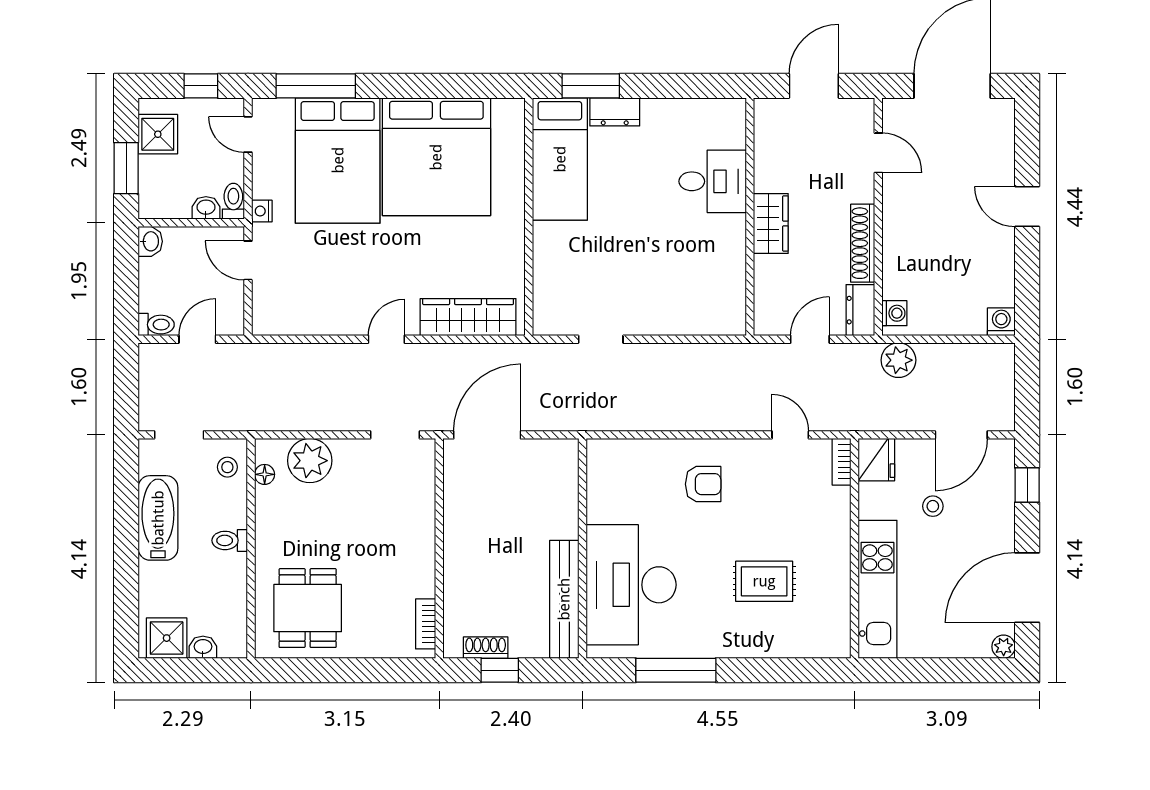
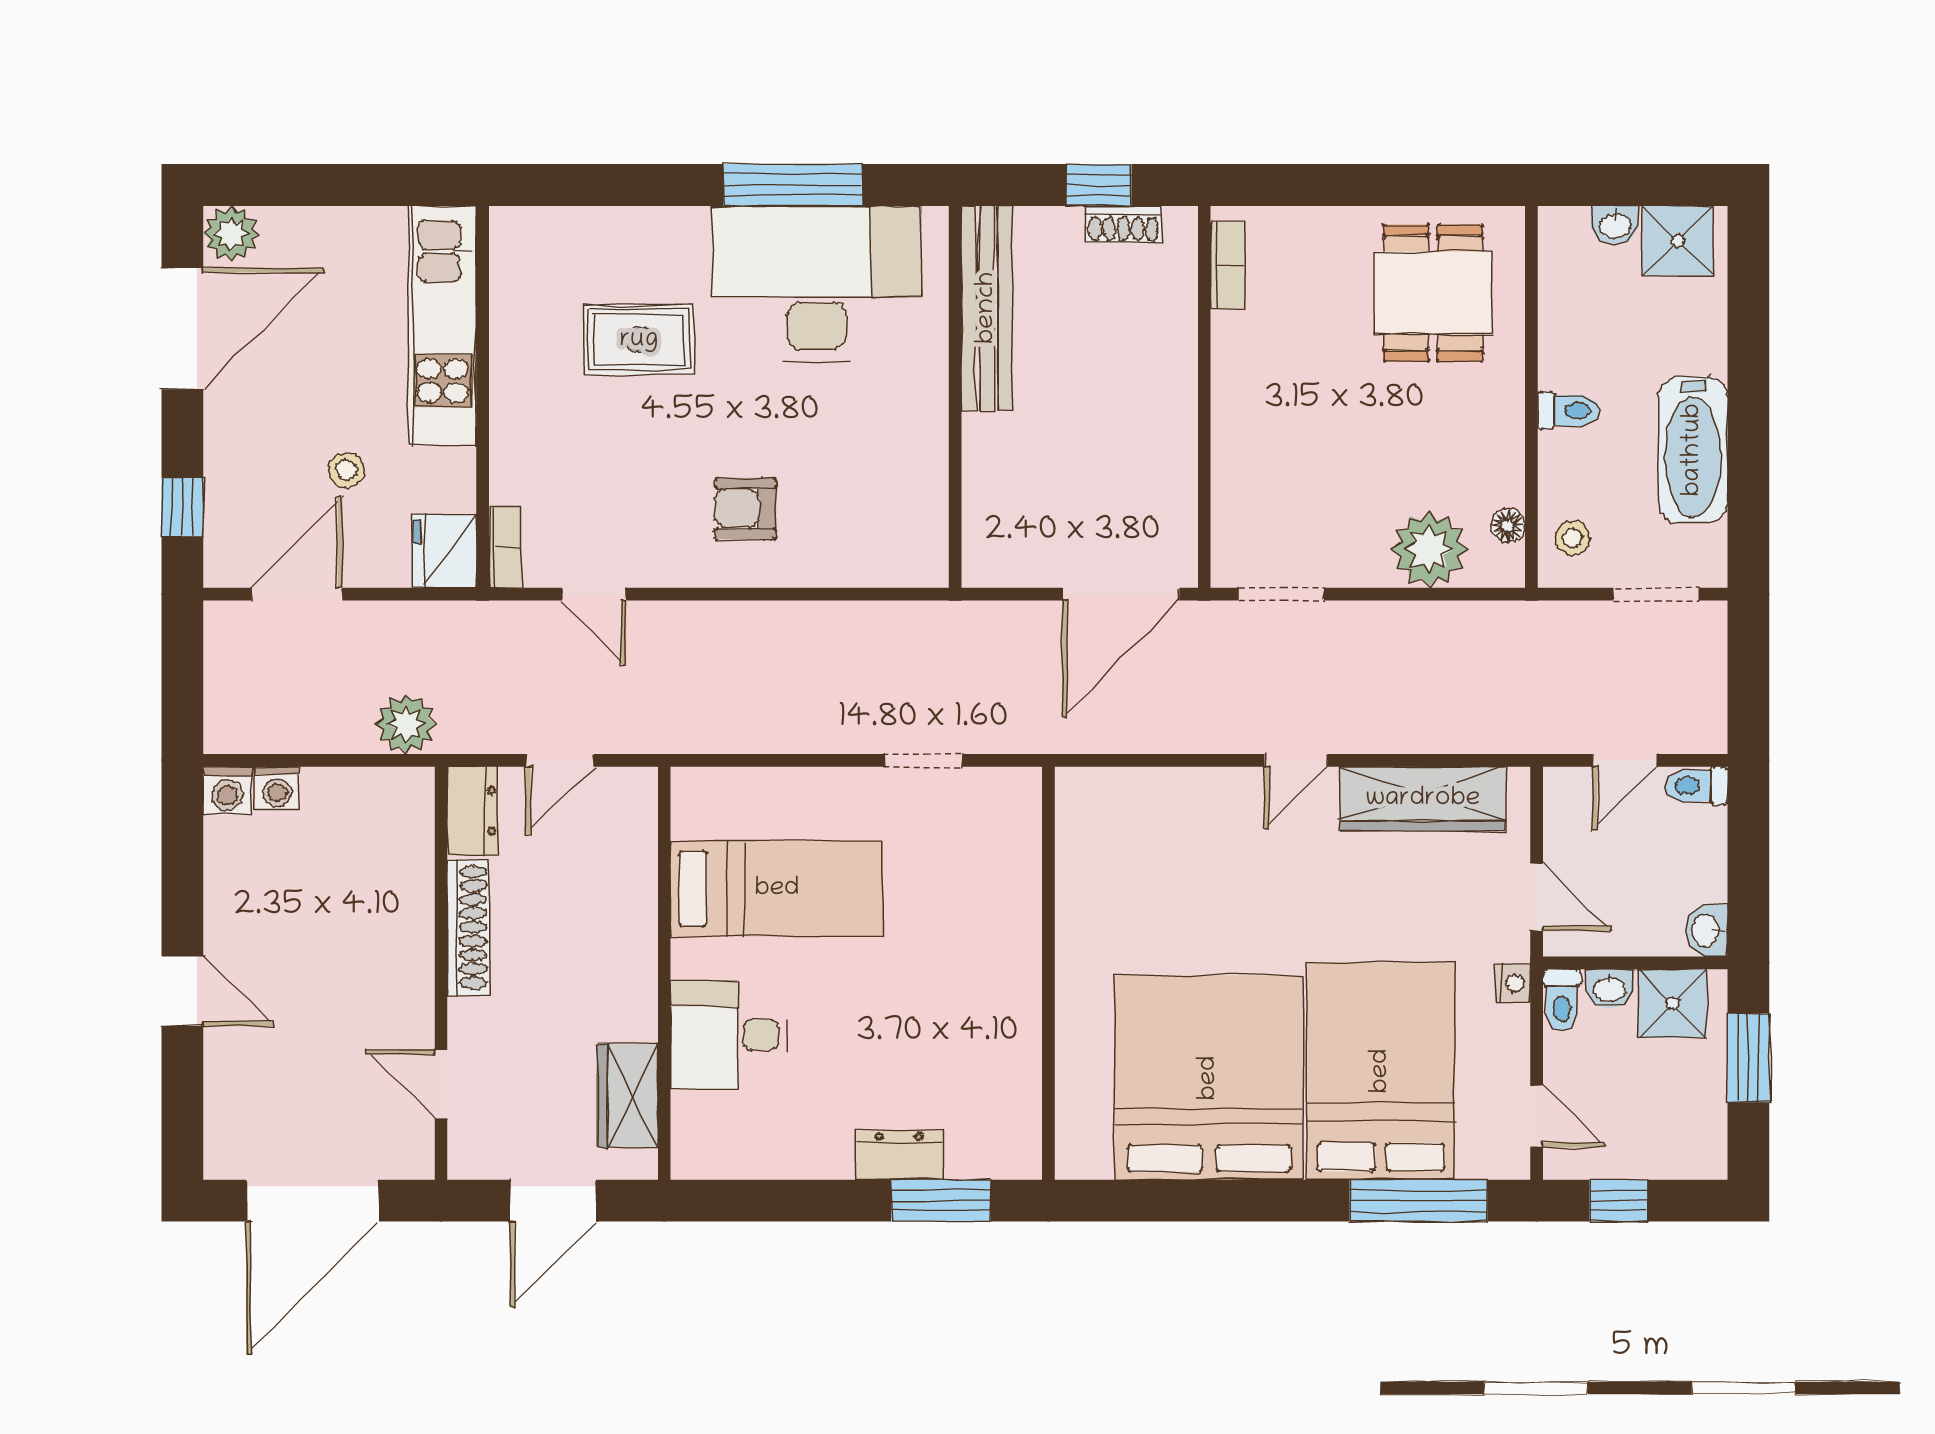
shower: (158, 134) -> (1672, 1003), moved
bed: (560, 159) -> (777, 889), moved, turned 90
wardrobe: (771, 224) -> (628, 1096), moved
washing machine: (894, 313) -> (277, 788), moved, turned -90
wardrobe: (468, 317) -> (1423, 799), moved
desk: (631, 585) -> (817, 284), moved, turned -90
plant: (1004, 647) -> (231, 234), width x1.38, depth x1.38

